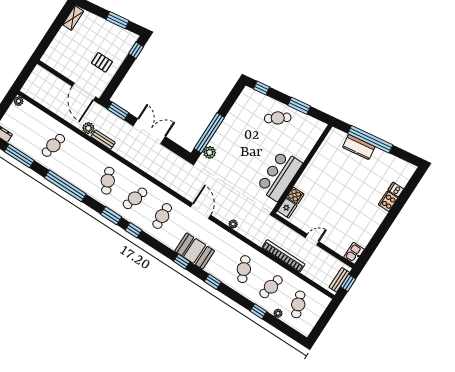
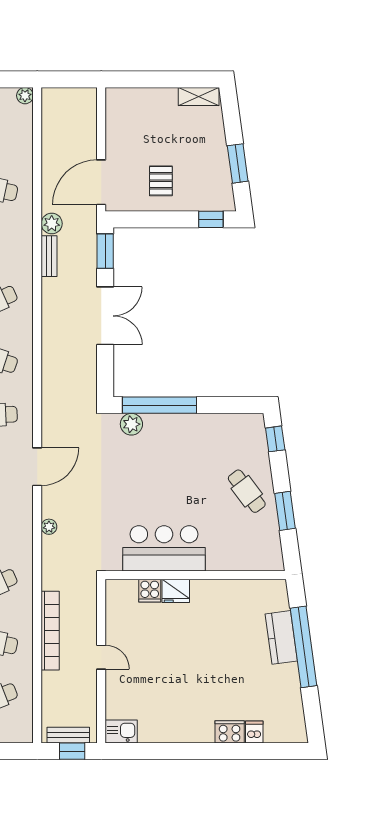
fridge: (287, 208) -> (176, 591), moved

